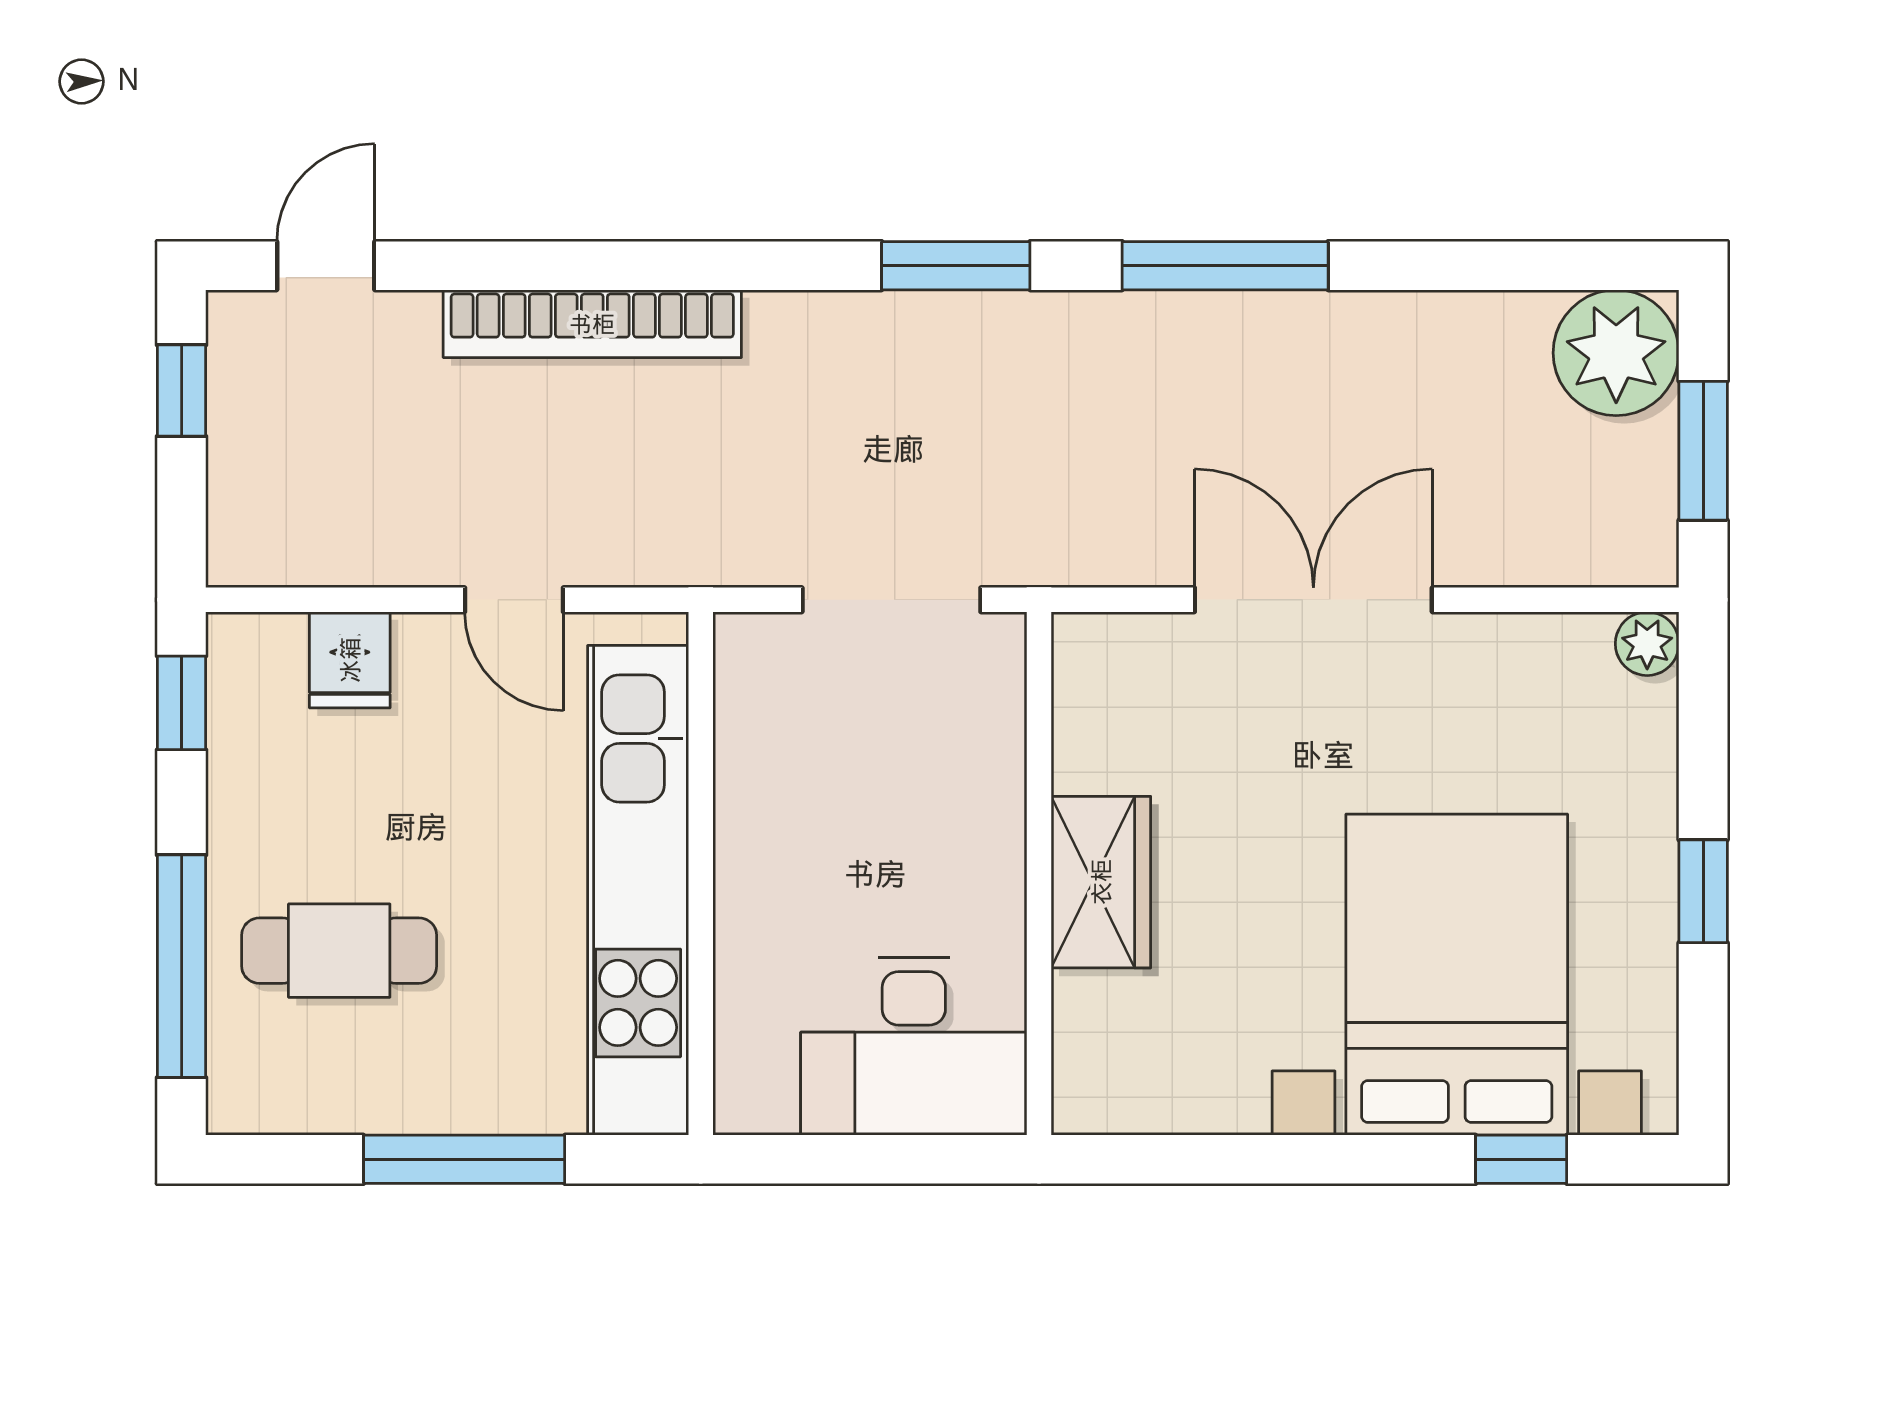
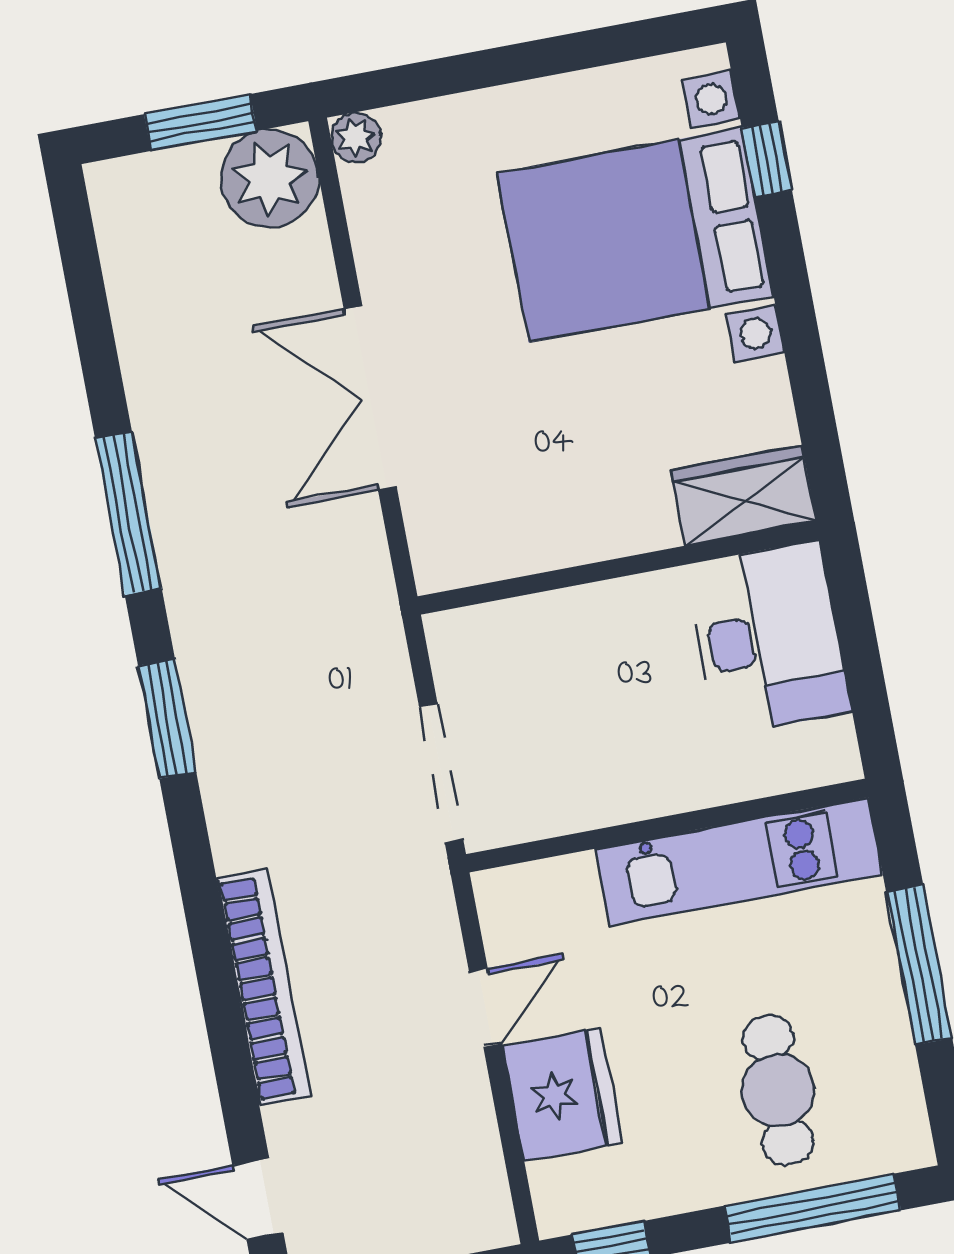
plant: (1616, 353) -> (270, 178), moved
doorway: (891, 600) -> (441, 773), moved
fridge: (350, 660) -> (562, 1094), width x1.88, depth x1.34
wardrobe: (1101, 882) -> (744, 495), moved
kitchen unit: (638, 890) -> (739, 862), width x0.73
window: (1703, 891) -> (536, 59), removed

